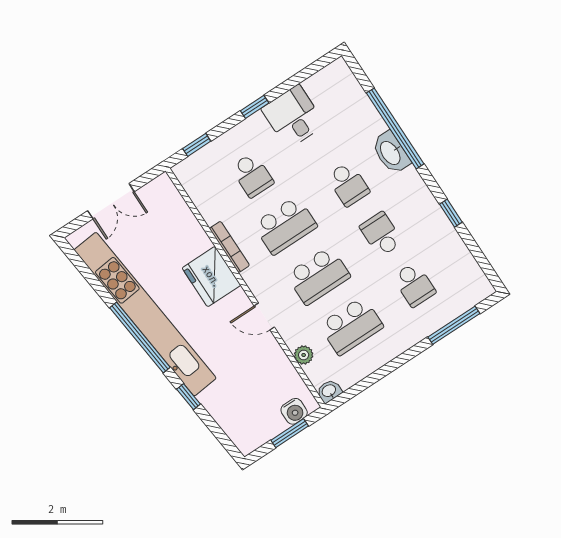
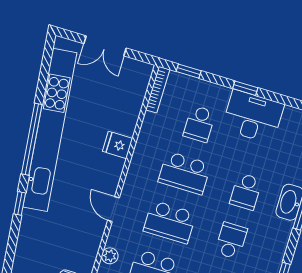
desk: (293, 117) -> (253, 117), width x1.37
bookcase: (229, 247) -> (158, 90), moved
fridge: (211, 277) -> (118, 145), width x0.53, depth x0.75

